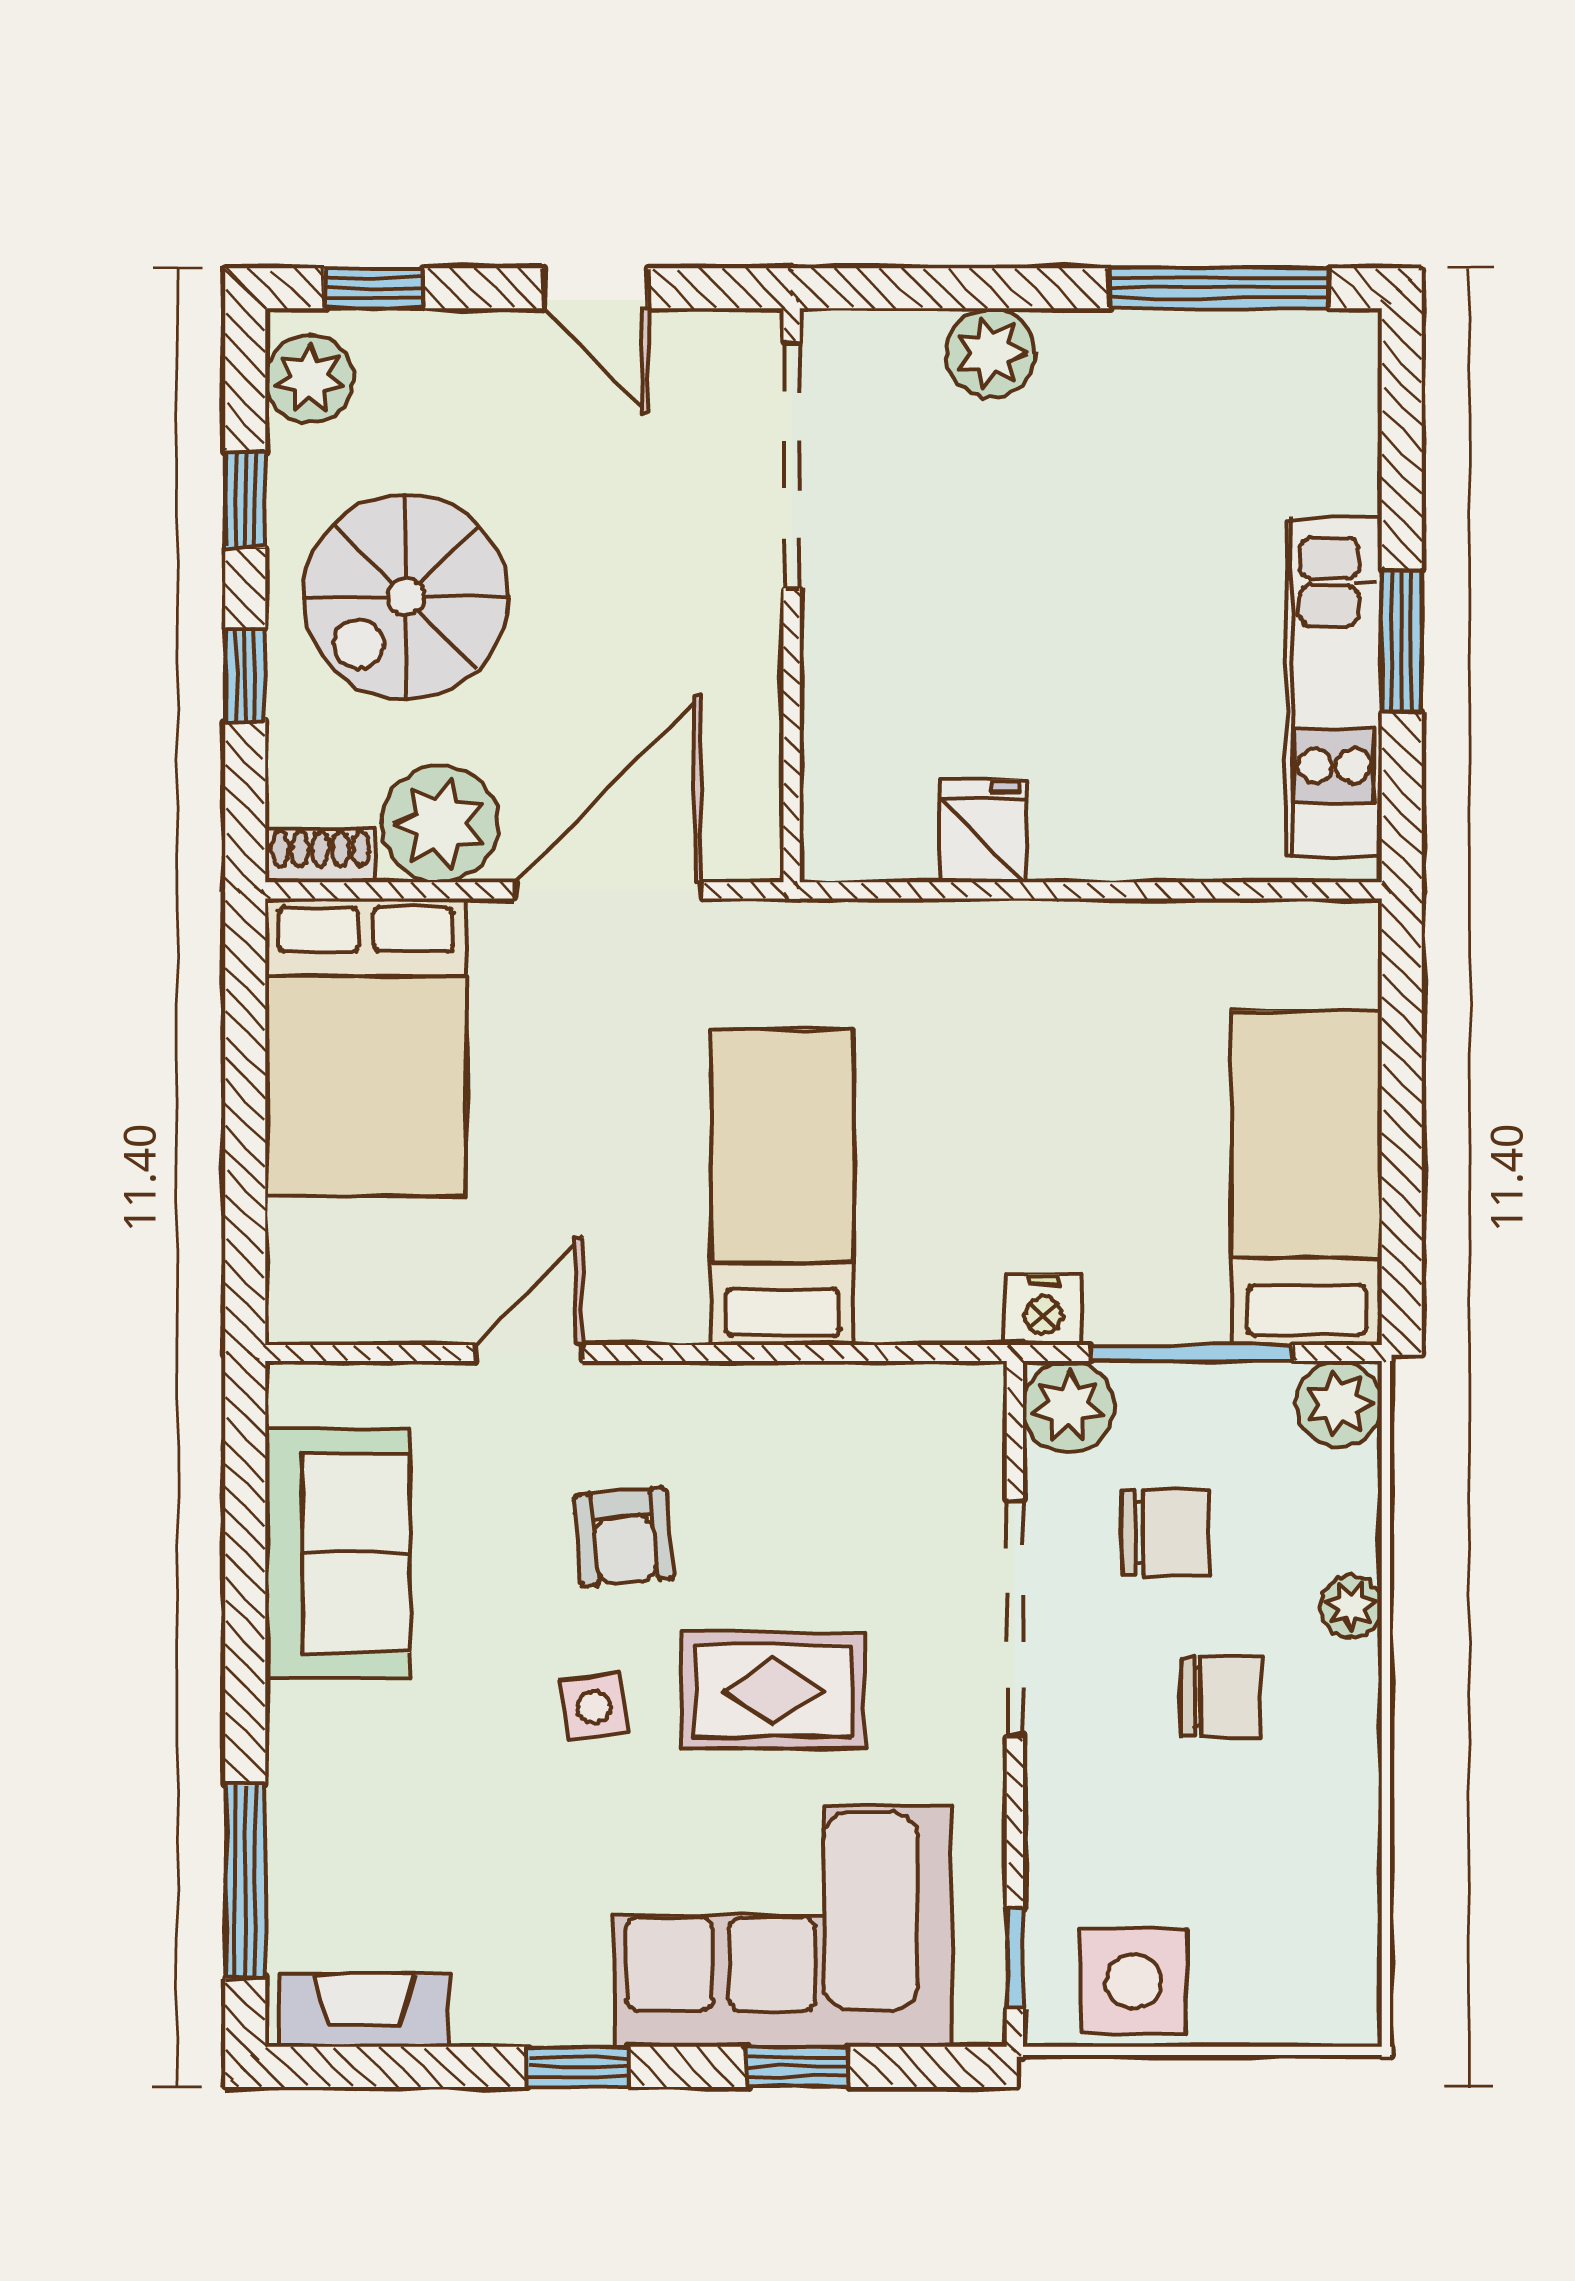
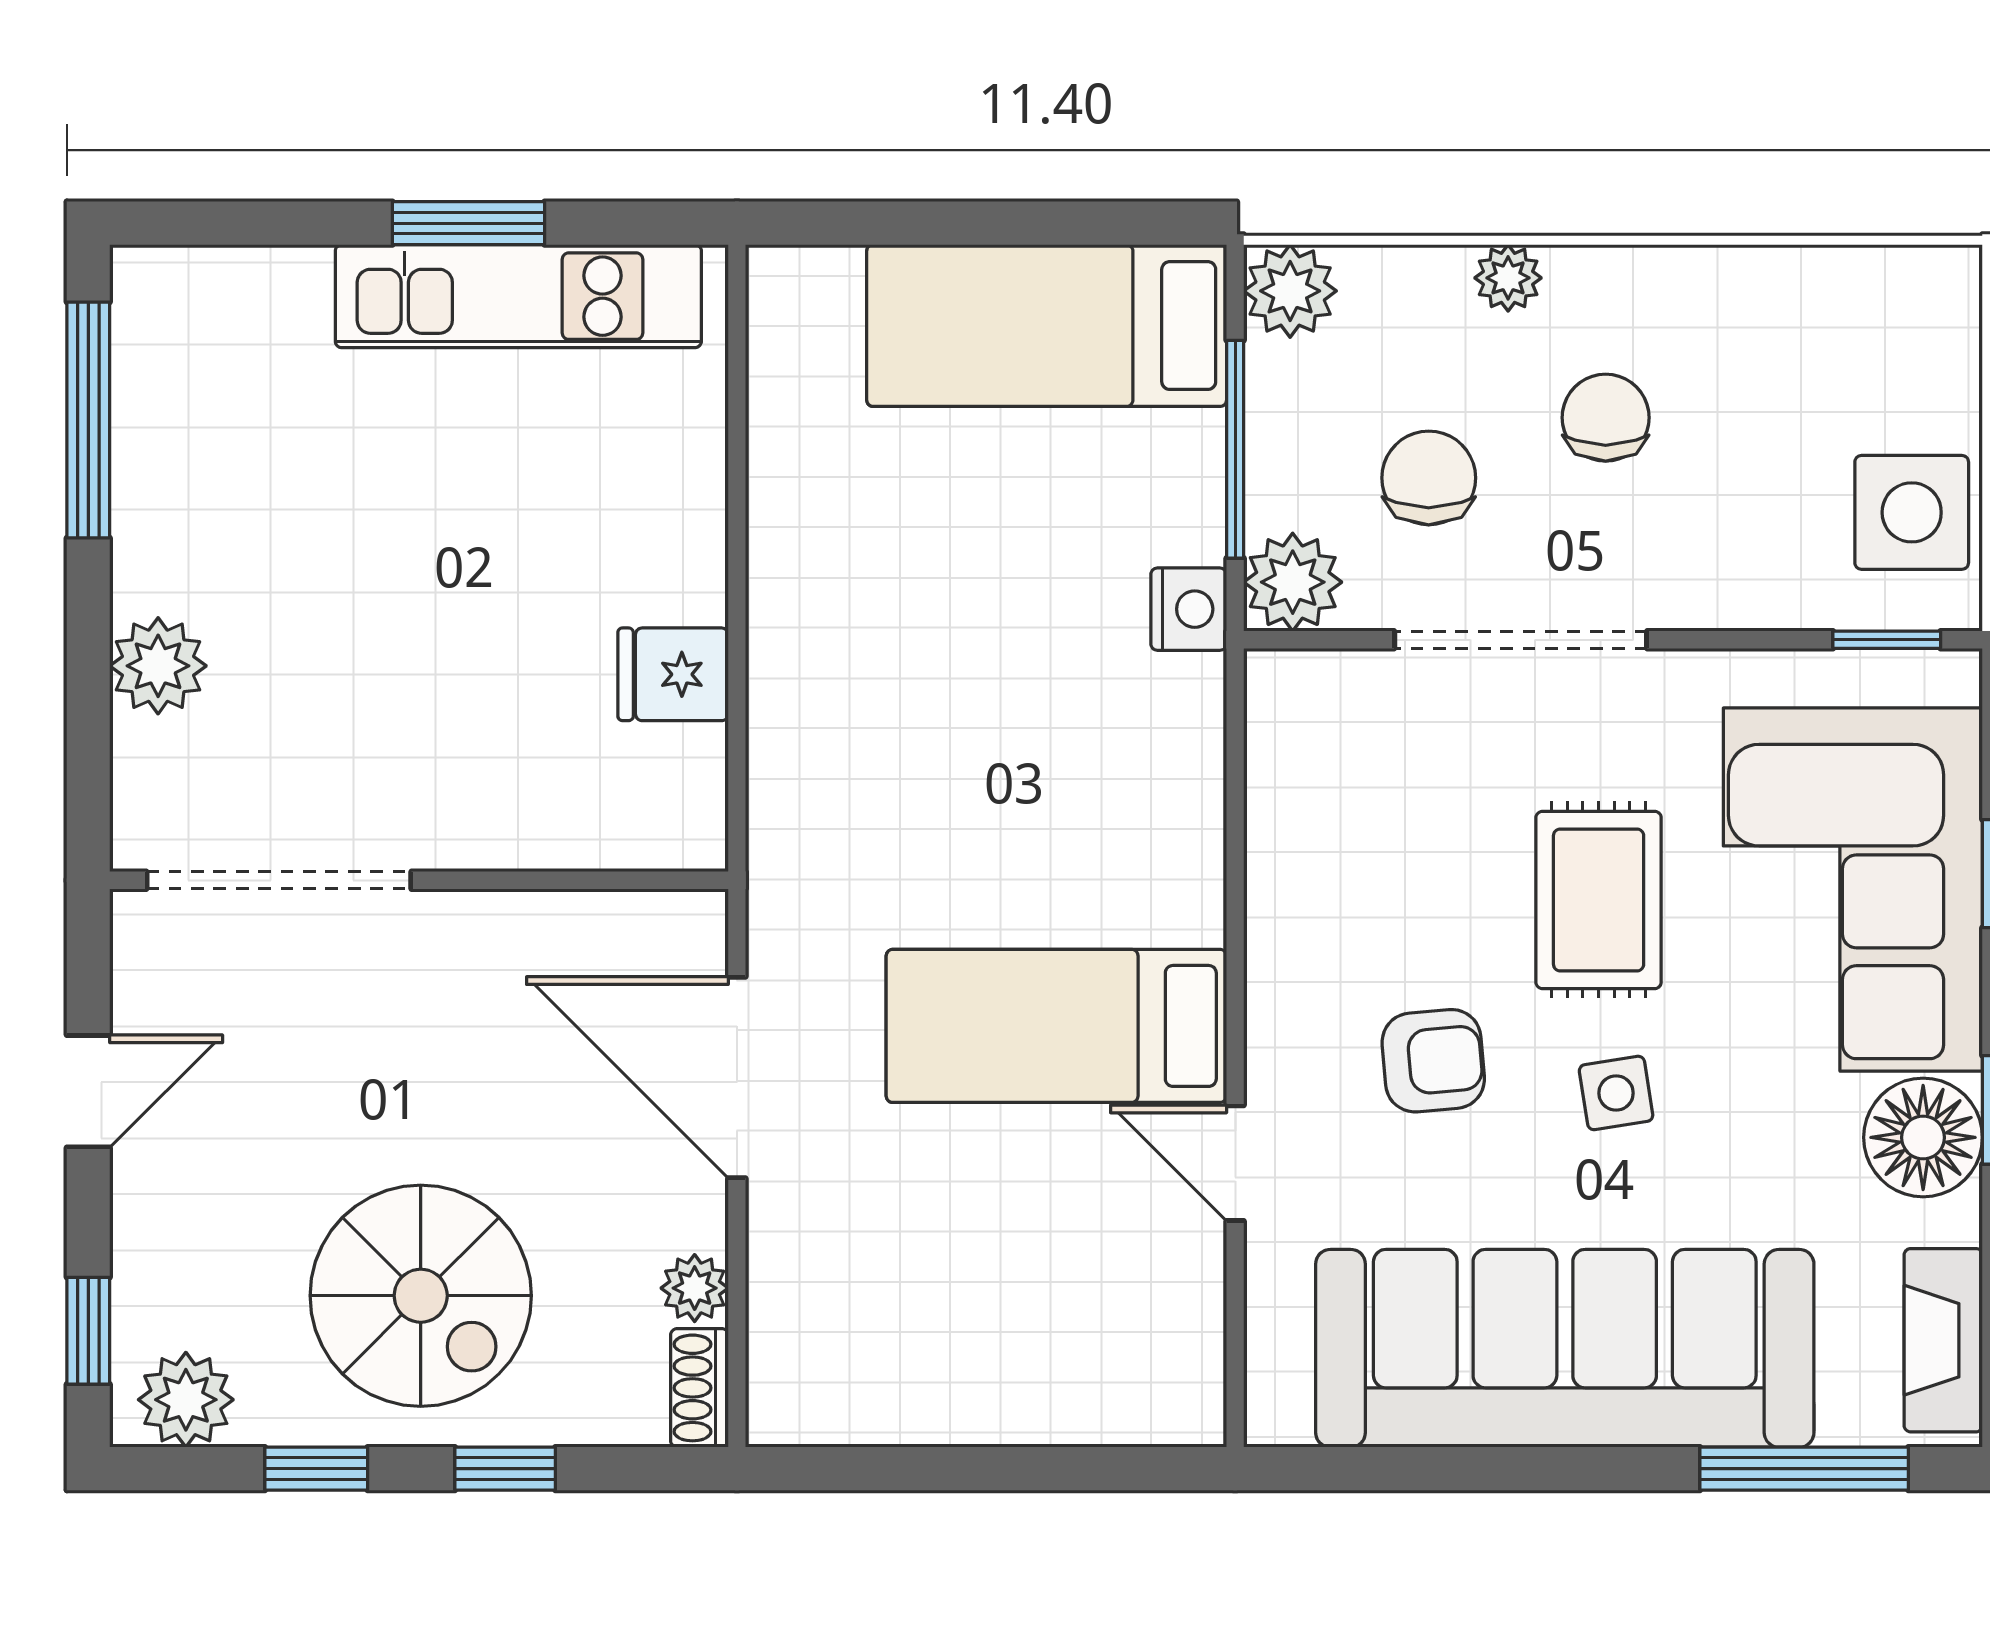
plant: (440, 824) -> (695, 1288), width x0.53, depth x0.53
bed: (366, 1047) -> (906, 1339), removed
bed: (782, 1187) -> (1056, 1026), moved
sofa: (337, 1553) -> (1565, 1348), width x1.85, depth x1.27
floor lamp: (553, 1992) -> (1923, 1137), added

